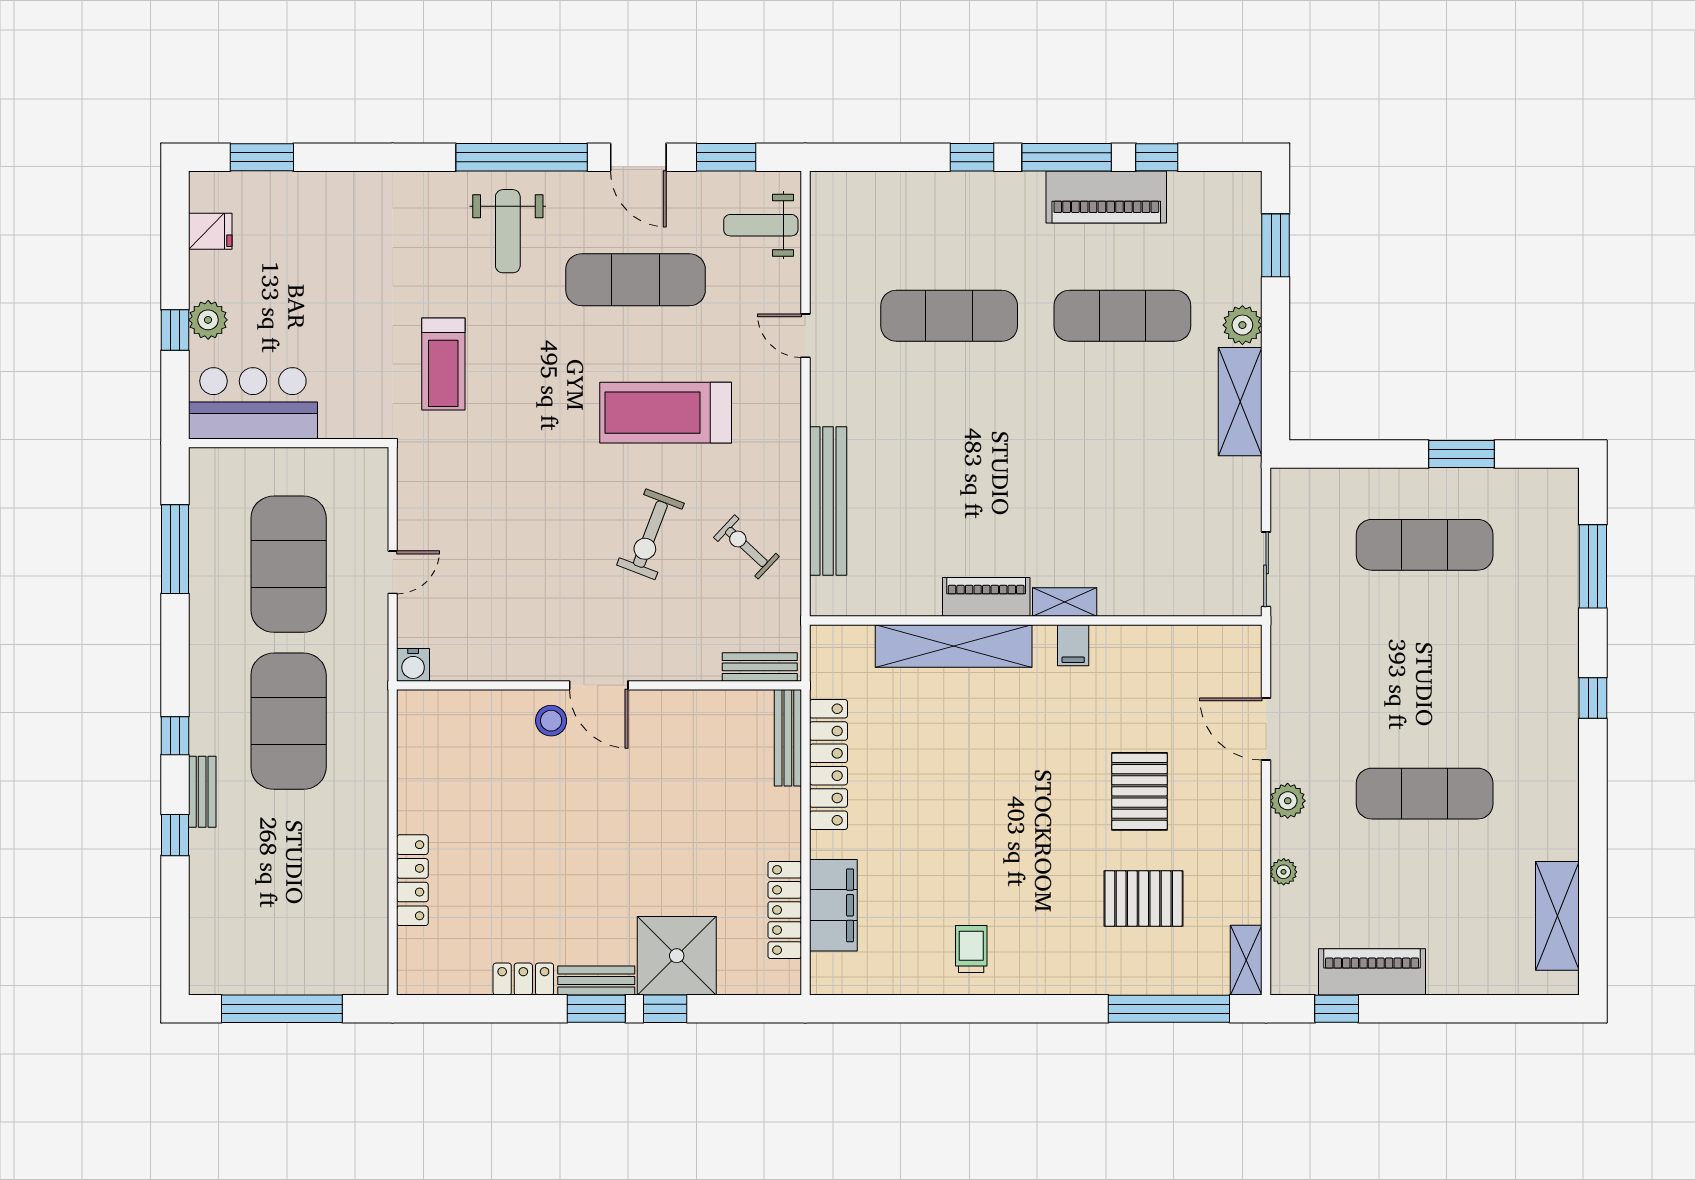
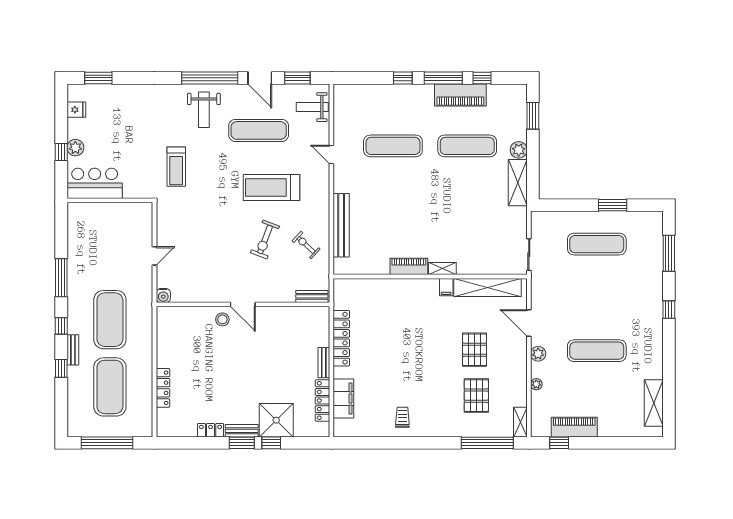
window: (175, 549) -> (61, 278), moved
exercise mat: (289, 564) -> (110, 387), moved
shelving: (954, 646) -> (488, 287), moved
bench: (788, 738) -> (324, 363), moved, width x0.73
pallet: (1144, 898) -> (476, 396), turned 90

